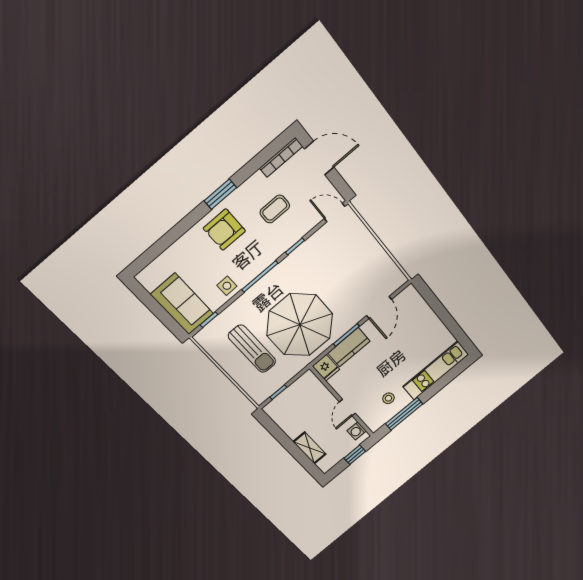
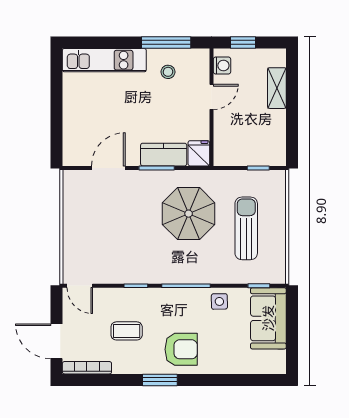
parasol: (300, 325) -> (189, 214), width x0.73, depth x0.73

